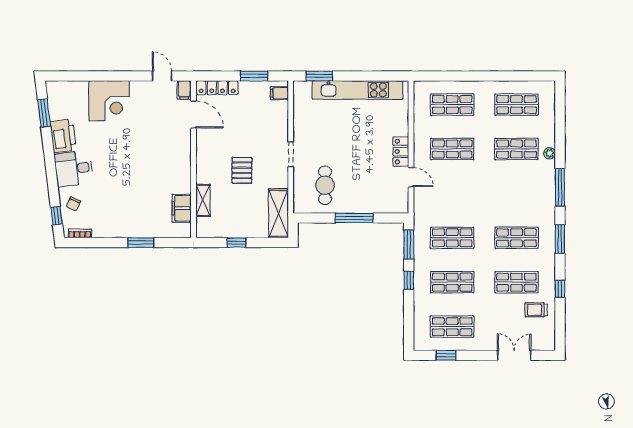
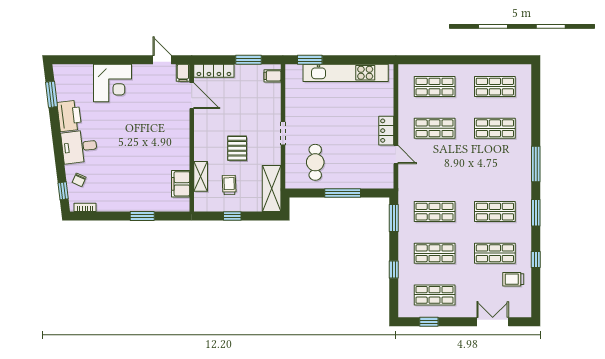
plant: (550, 153) -> (526, 132), removed
trolley: (233, 209) -> (229, 185), added
window: (409, 280) -> (394, 269), moved

